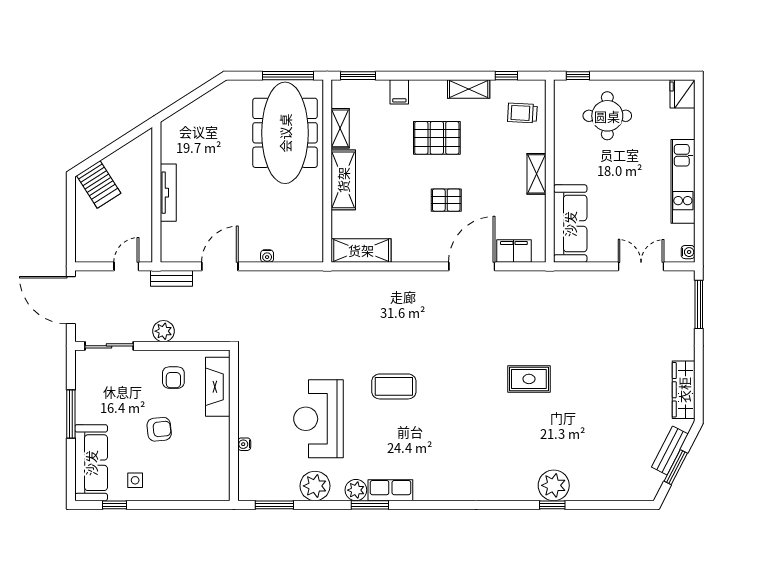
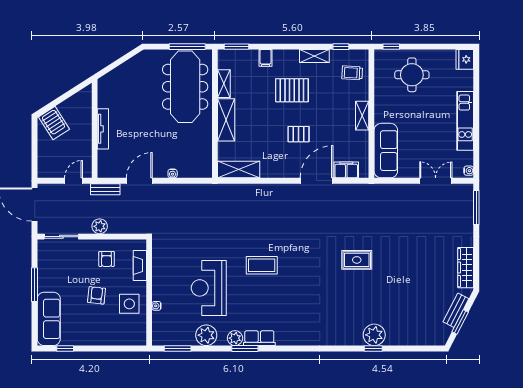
fireplace: (218, 387) -> (140, 265), width x0.73, depth x0.76
armchair: (159, 429) -> (97, 295), turned -78
side table: (135, 480) -> (129, 304), moved, width x1.87, depth x1.87

